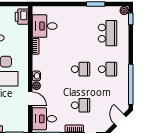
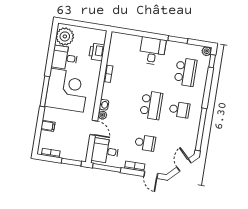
printer: (22, 17) -> (97, 52), moved
desk: (45, 26) -> (152, 51), moved, turned 90
school desk: (80, 69) -> (151, 105), width x1.85

